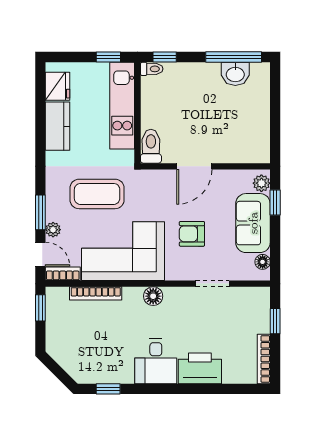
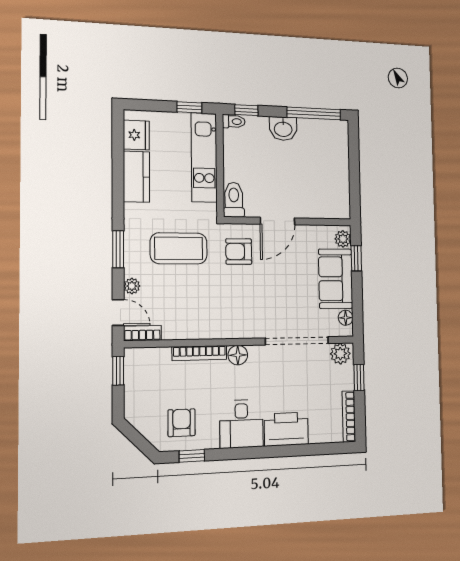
washbasin: (235, 74) -> (283, 129), moved
window: (40, 212) -> (118, 249), moved
armchair: (192, 234) -> (239, 252), moved
corner sofa: (123, 251) -> (206, 308), removed
doorway: (212, 284) -> (297, 341), width x1.88
bookcase: (96, 293) -> (199, 353), moved
plant: (256, 297) -> (340, 354), added
armchair: (99, 358) -> (182, 423), added

